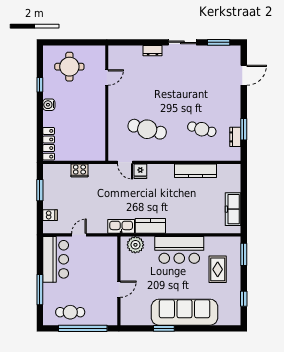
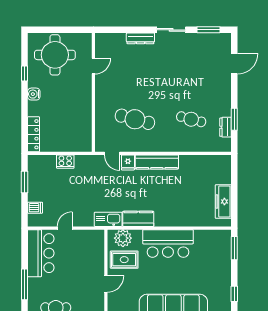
dresser: (153, 51) -> (140, 38), width x1.44
round table: (69, 67) -> (55, 55), width x1.36, depth x1.36
kitchen counter: (195, 171) -> (157, 162), moved
rug: (218, 269) -> (124, 260), moved, turned 90

